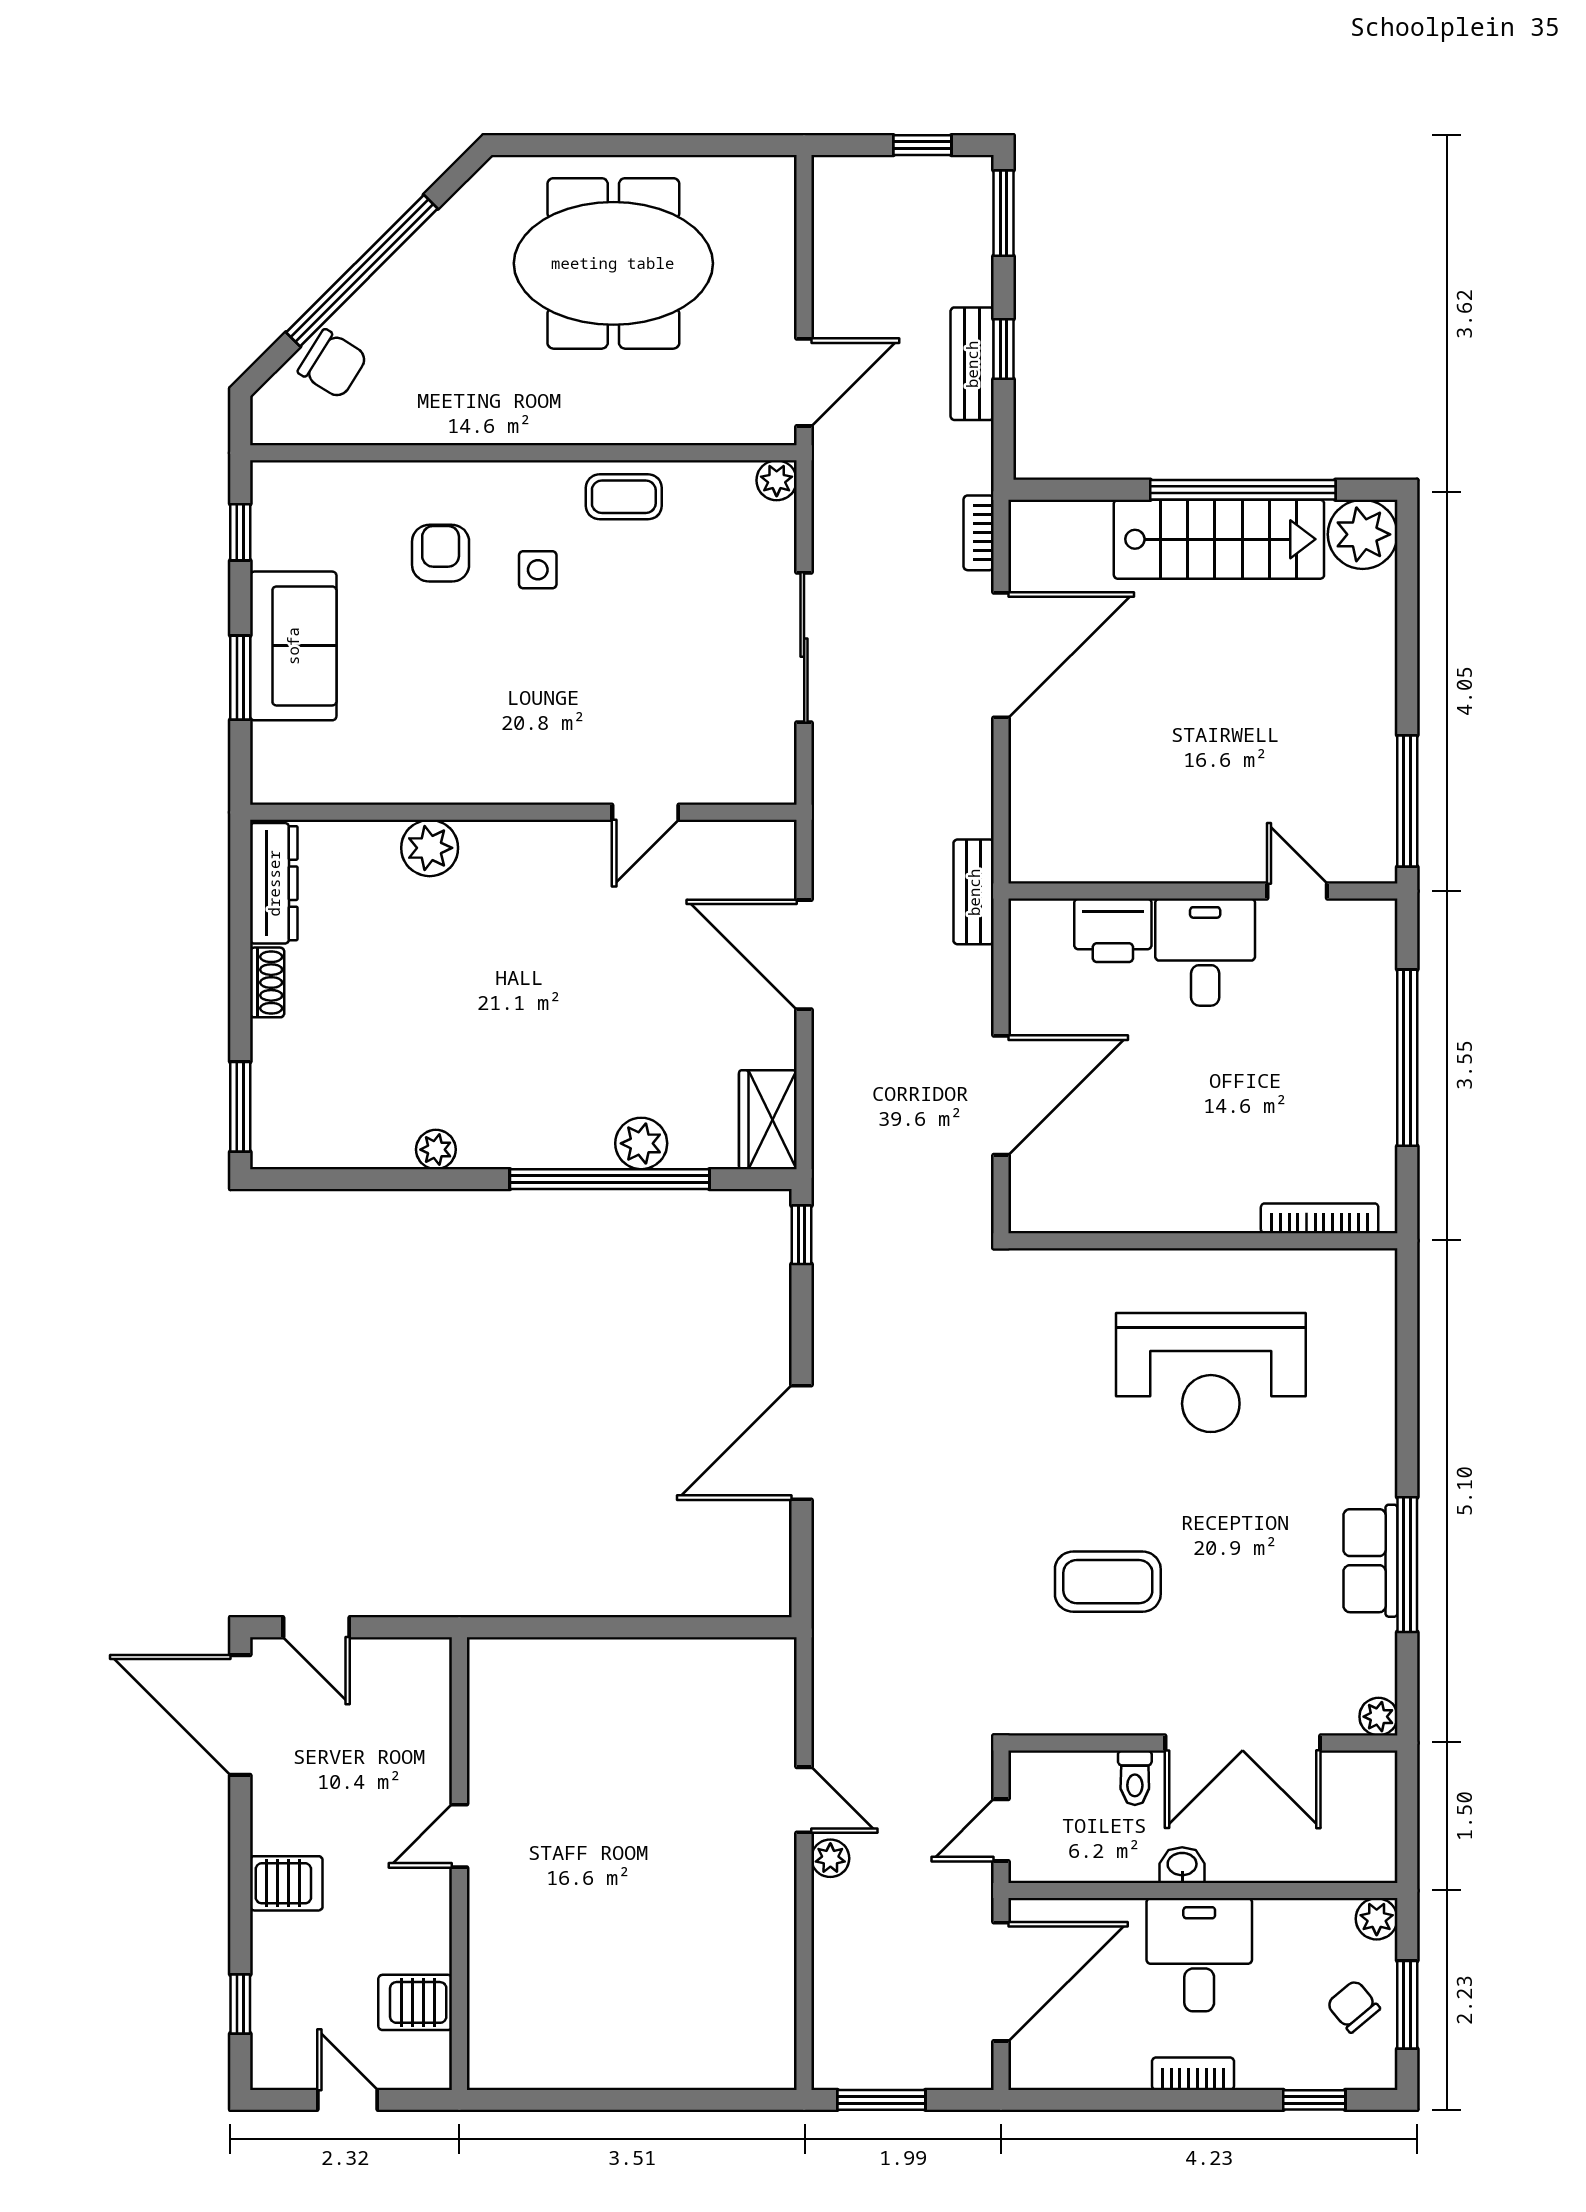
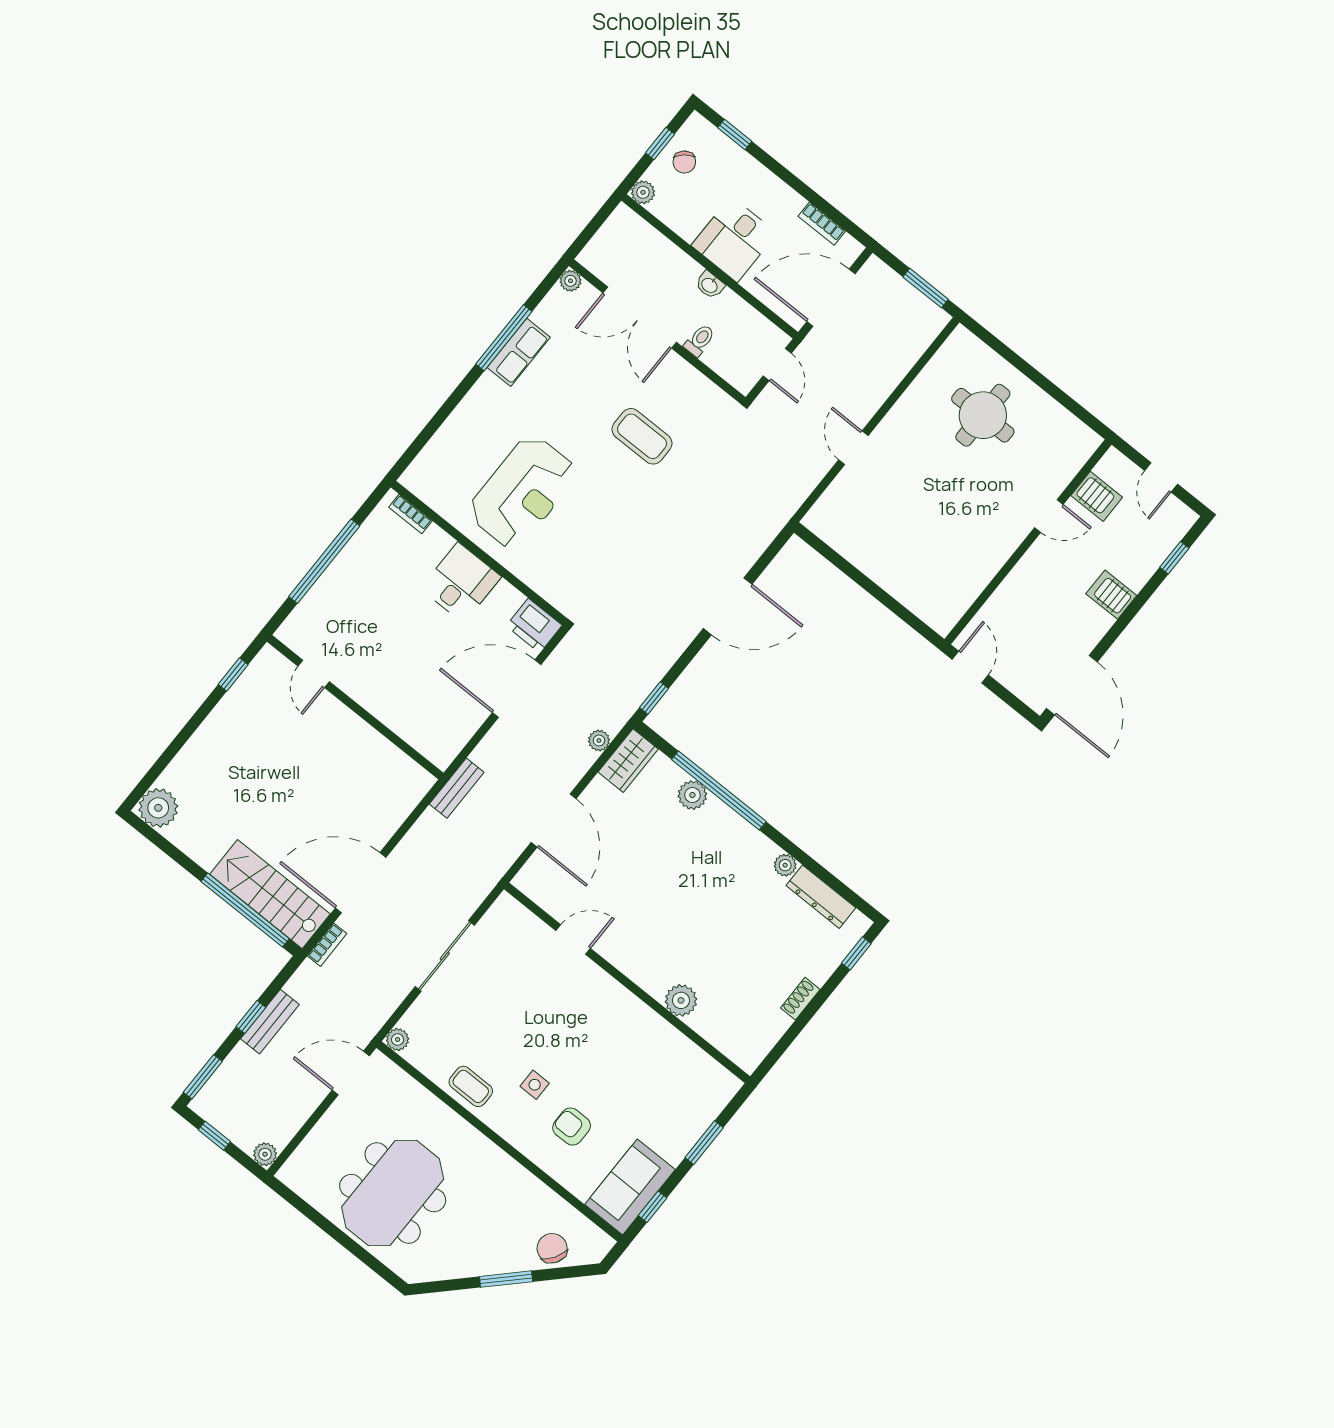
plant: (832, 176) -> (265, 1154), added
meeting table: (613, 263) -> (393, 1193), turned 90
window: (362, 271) -> (506, 1279), width x0.47
window: (1243, 490) -> (245, 910), moved
stairs: (1219, 539) -> (270, 894), moved
armchair: (441, 553) -> (572, 1127), turned 90
sofa: (293, 646) -> (630, 1187), moved
window: (1407, 801) -> (233, 674), width x0.46
dresser: (274, 883) -> (821, 897), moved, turned -90
printer: (1113, 930) -> (534, 626), moved, turned 180
desk: (1205, 952) -> (461, 583), moved, turned 180
window: (240, 1107) -> (856, 953), width x0.67
bookcase: (1320, 1218) -> (410, 514), width x0.64
reception desk: (1211, 1373) -> (522, 492), turned 90
door: (316, 1627) -> (970, 667), moved
double door: (1243, 1743) -> (640, 317), swing flipped
door: (1001, 1830) -> (777, 365), hinge flipped
door: (459, 1836) -> (1049, 516), moved
plant: (830, 1858) -> (599, 740), moved
round table: (662, 1988) -> (983, 415), added
window: (1407, 2005) -> (660, 144), width x0.67
bookcase: (1193, 2074) -> (822, 224), moved

